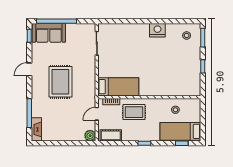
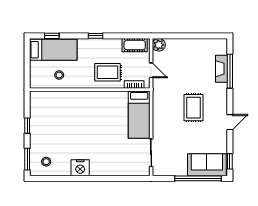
rug: (60, 82) -> (193, 108), width x0.73, depth x0.70
bed: (118, 87) -> (139, 115), moved, turned -90
door: (97, 114) -> (151, 70), hinge flipped
fireplace: (36, 129) -> (222, 69), moved

